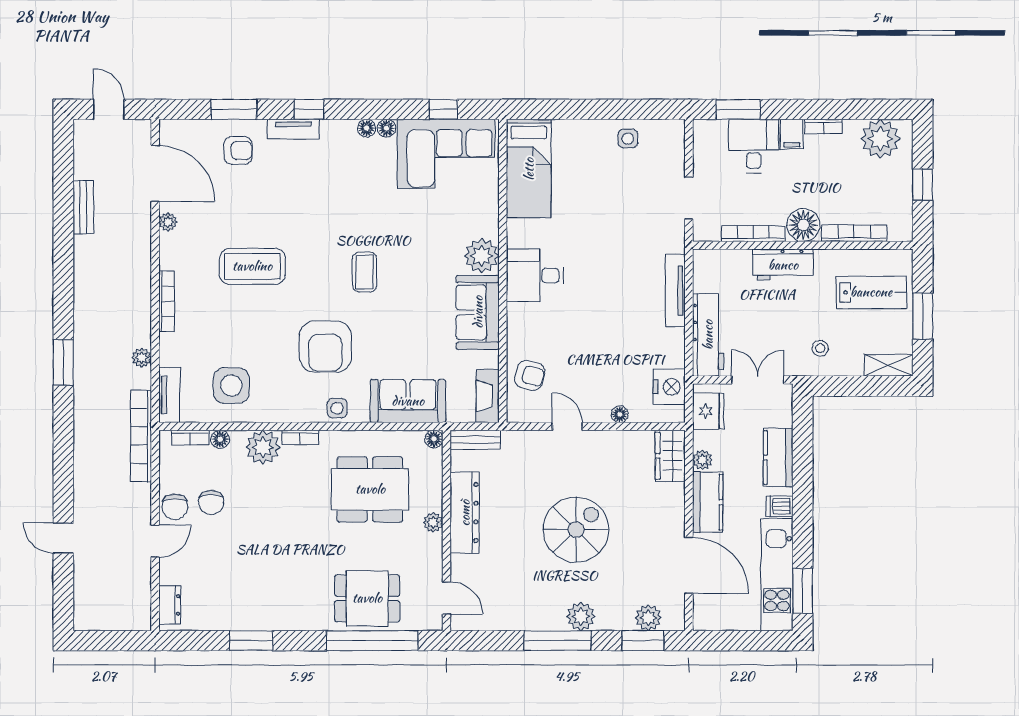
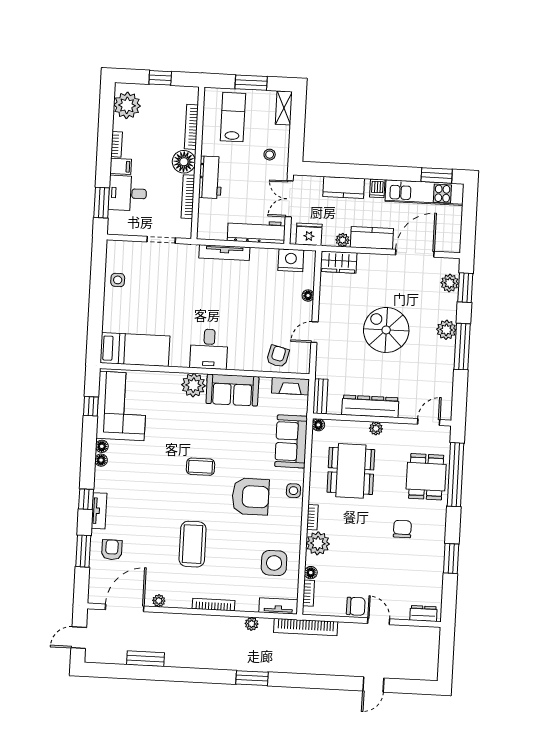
chair: (211, 502) -> (402, 529), moved, turned -90

